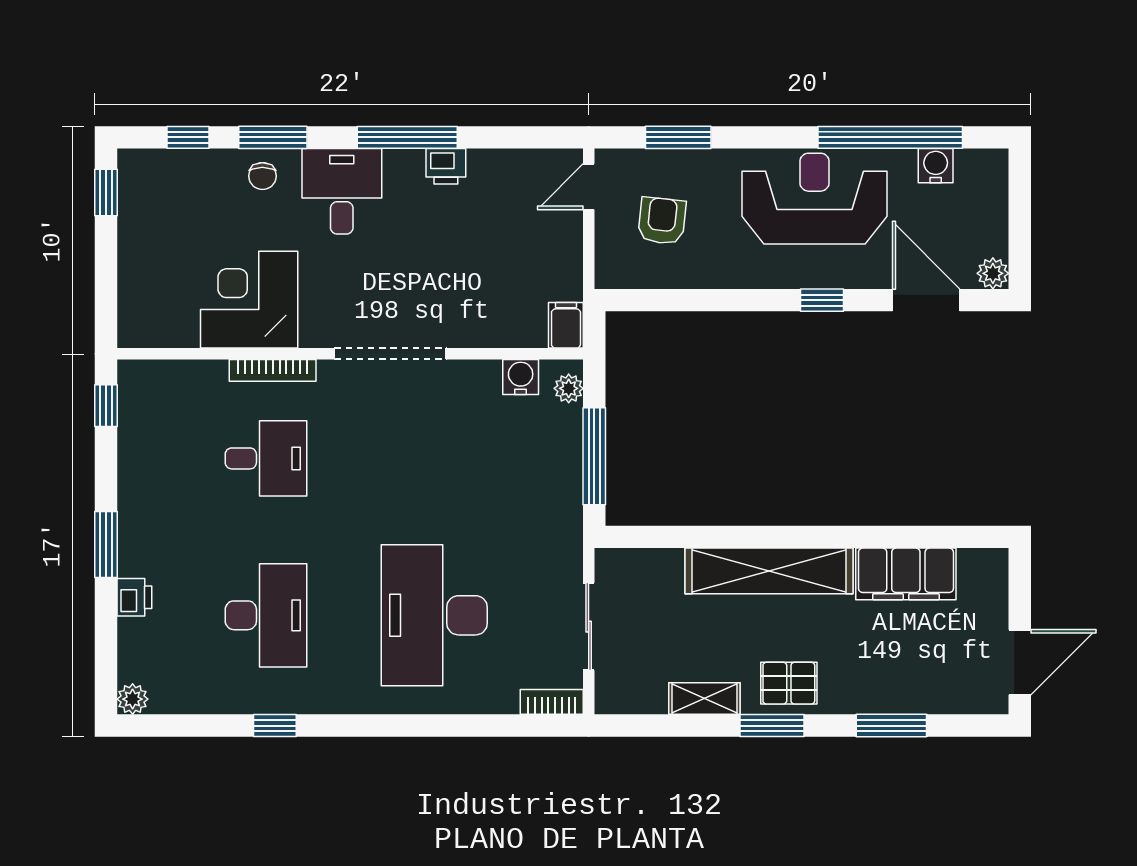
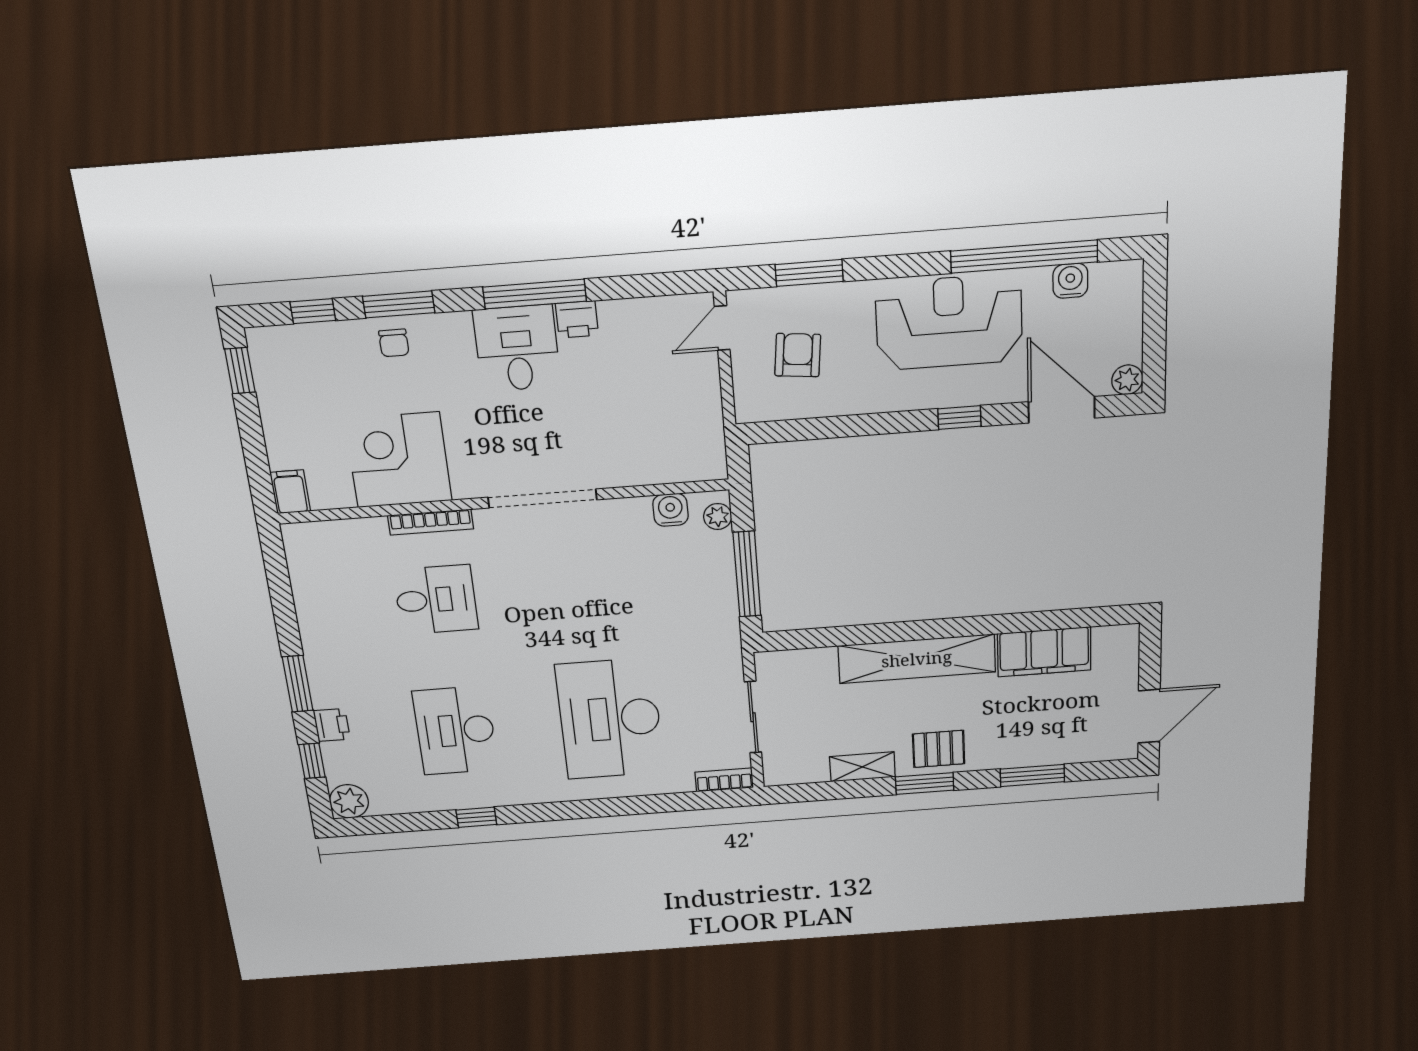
desk: (342, 191) -> (517, 348), moved
filing cabinet: (566, 325) -> (290, 492), moved
window: (106, 406) -> (312, 761), moved
desk: (266, 615) -> (455, 730), turned 180
plant: (133, 699) -> (349, 801), width x1.38, depth x1.38

